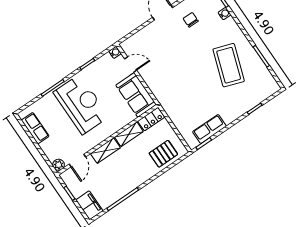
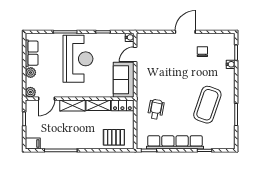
door: (131, 65) -> (135, 54), swing flipped
wheelchair: (184, 102) -> (156, 109), added
row of seats: (209, 129) -> (175, 142), width x2.02
plant: (46, 147) -> (31, 73), added
filing cabinet: (89, 205) -> (33, 144), width x0.50

